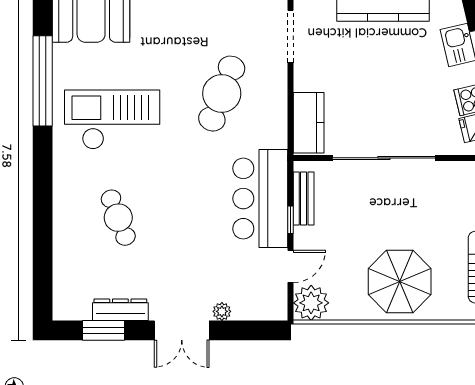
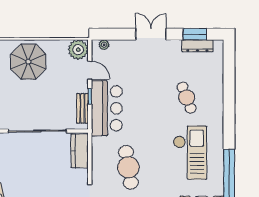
cafe table: (222, 94) -> (128, 167), turned -30
checkout: (112, 120) -> (190, 153), turned -90
door: (290, 266) -> (90, 70), swing flipped
dresser: (120, 310) -> (197, 46), moved
plant: (222, 311) -> (104, 45), moved

